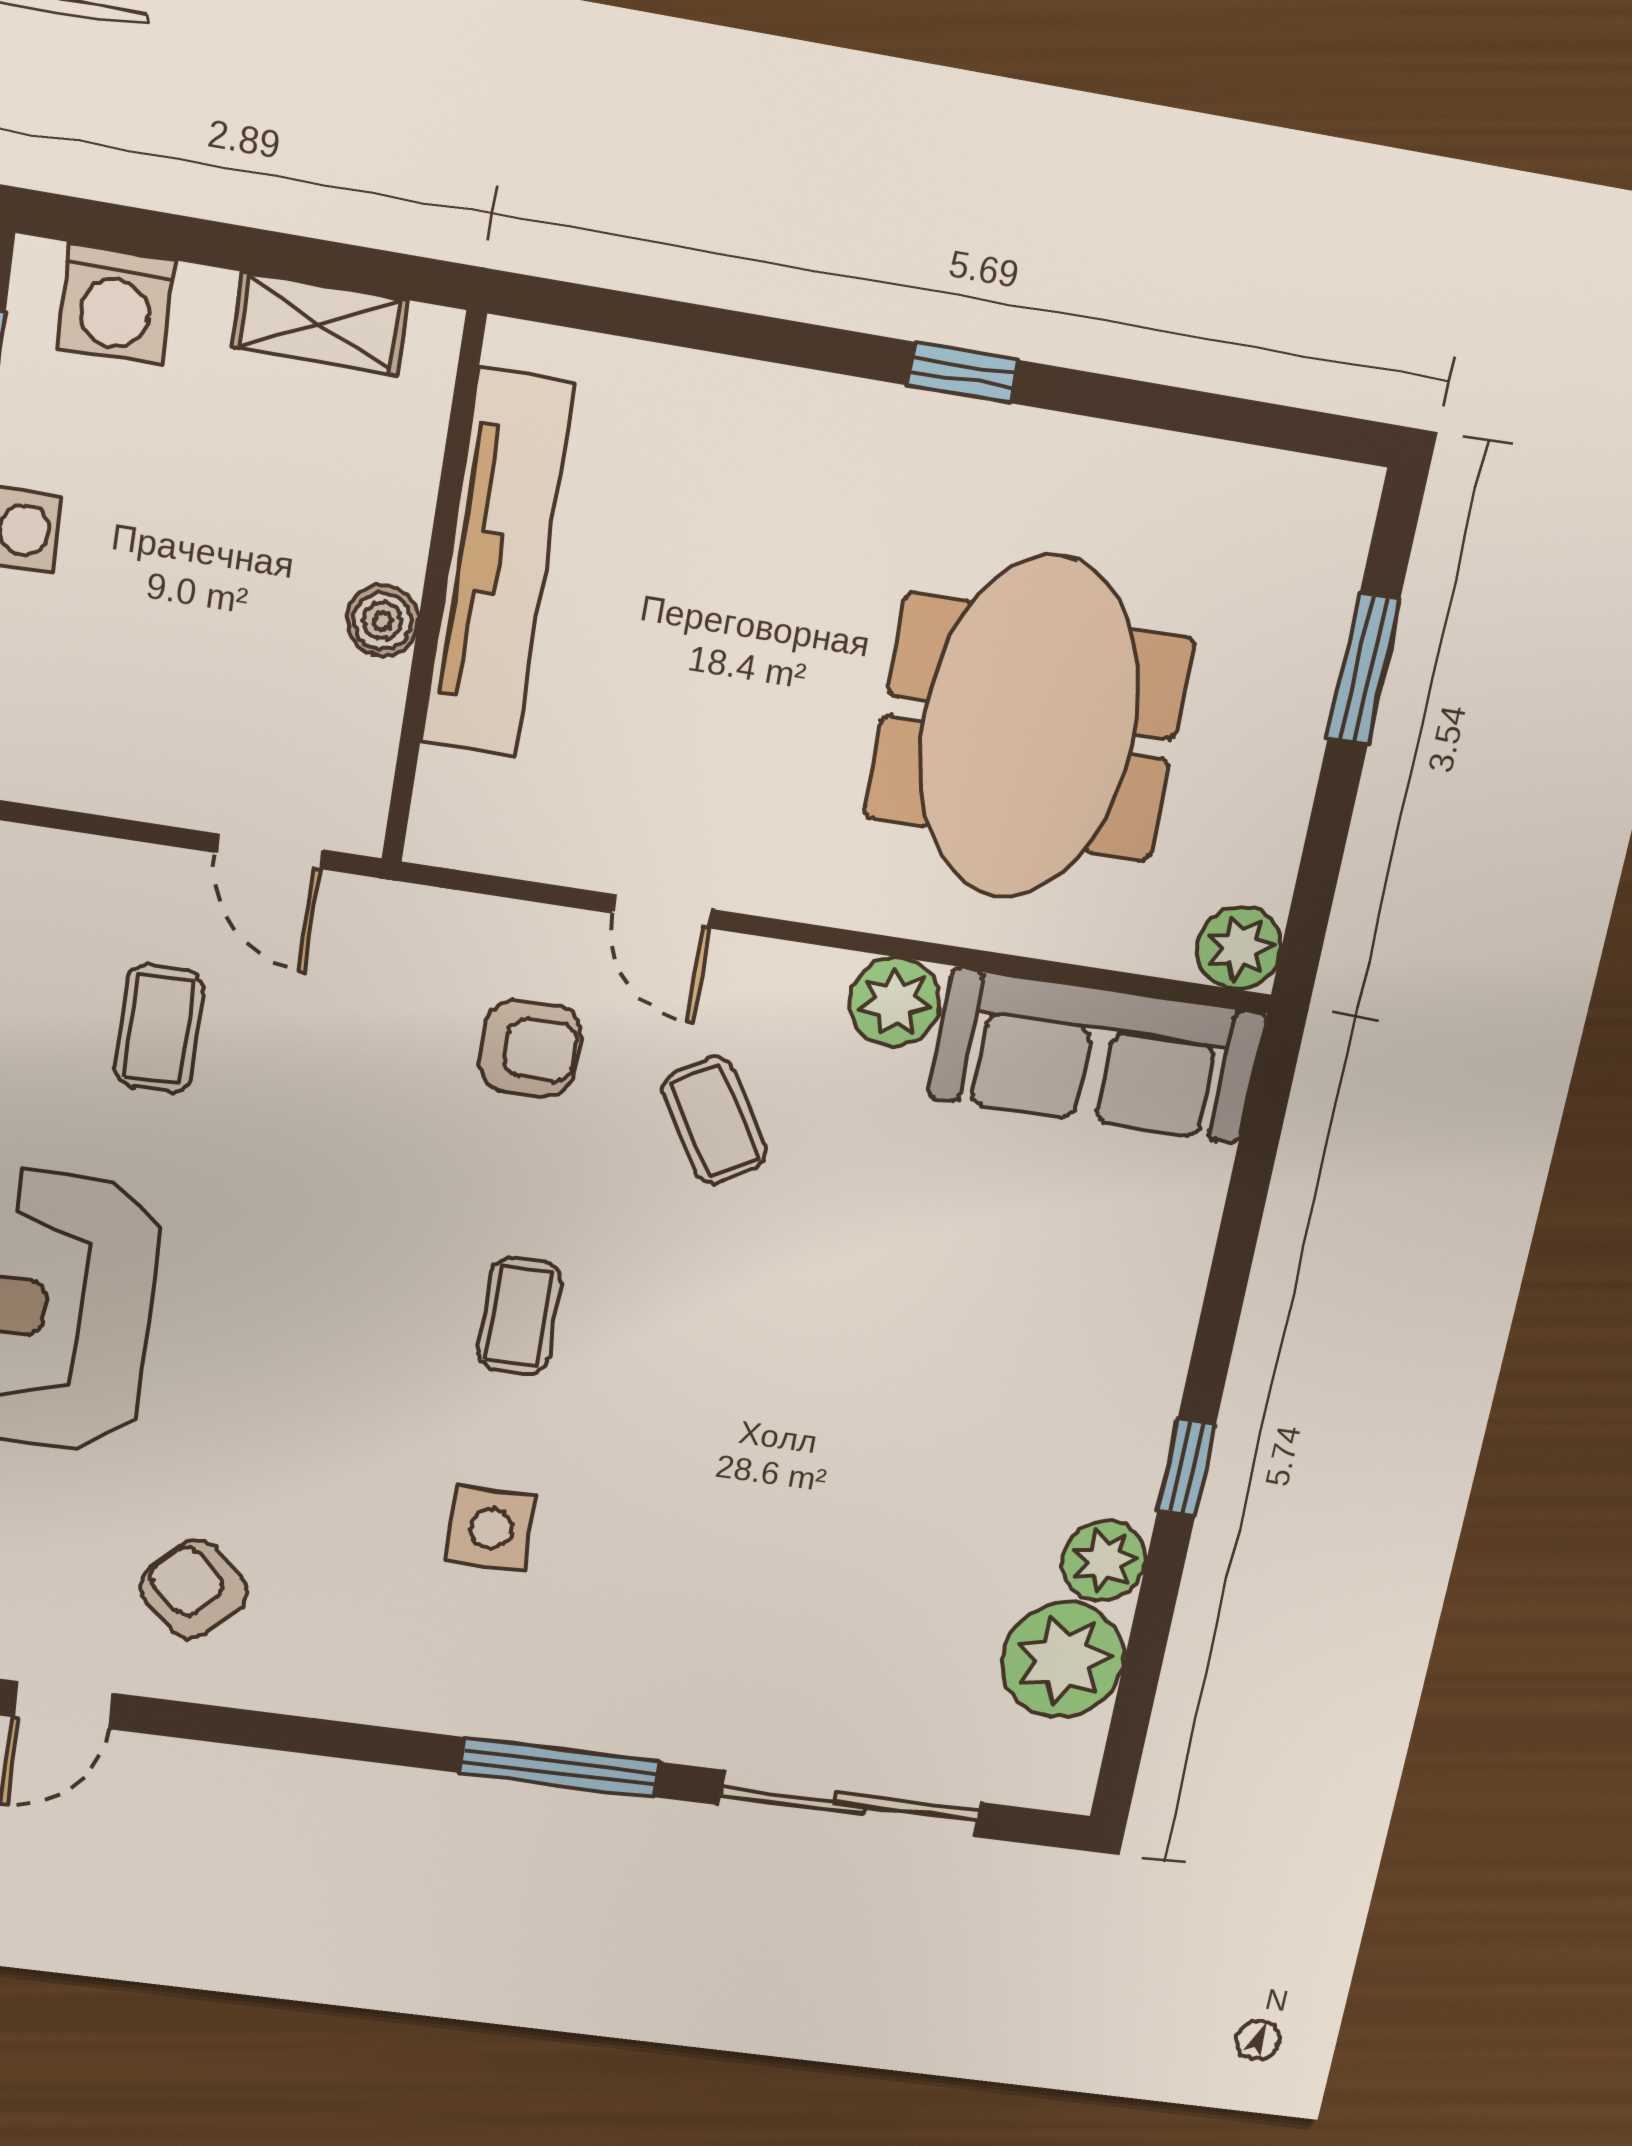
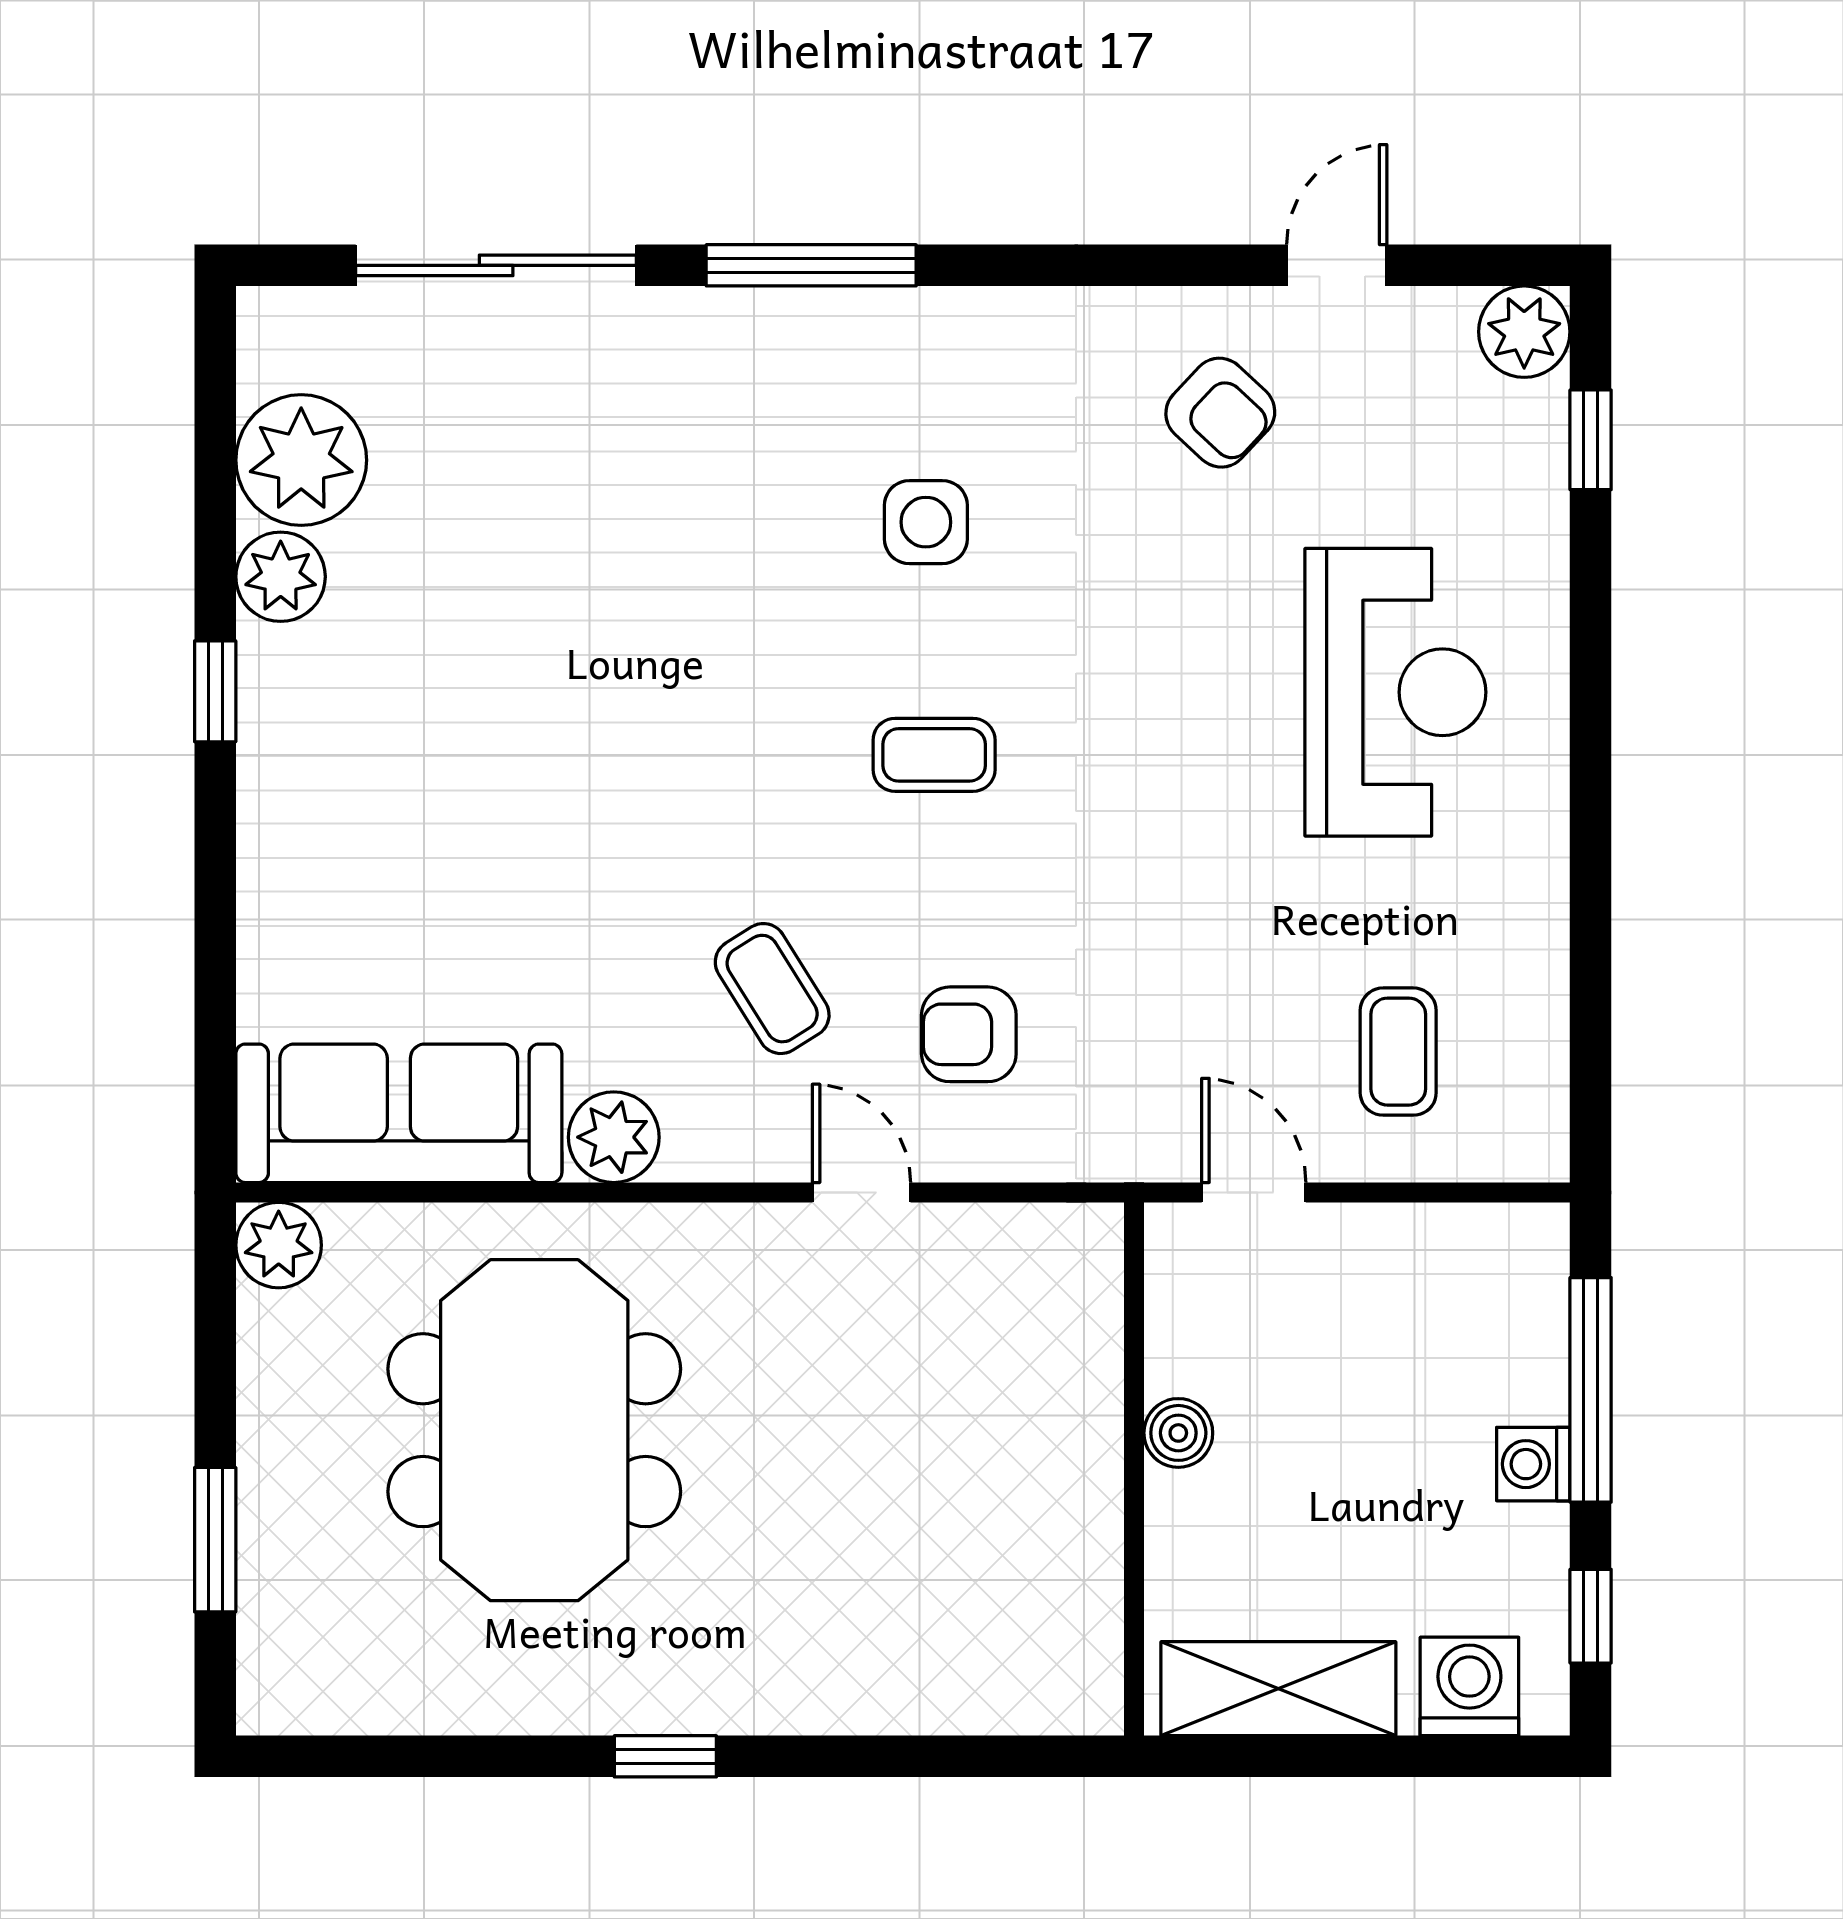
shelving: (320, 324) -> (1278, 1689), width x1.50, depth x1.33
tv unit: (497, 564) -> (1078, 1504), removed
coffee table: (159, 1029) -> (1398, 1052), moved
coffee table: (519, 1316) -> (934, 755), turned 90

